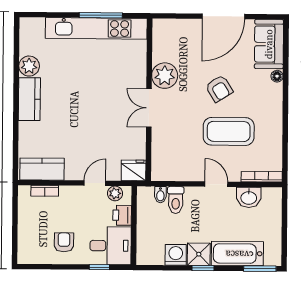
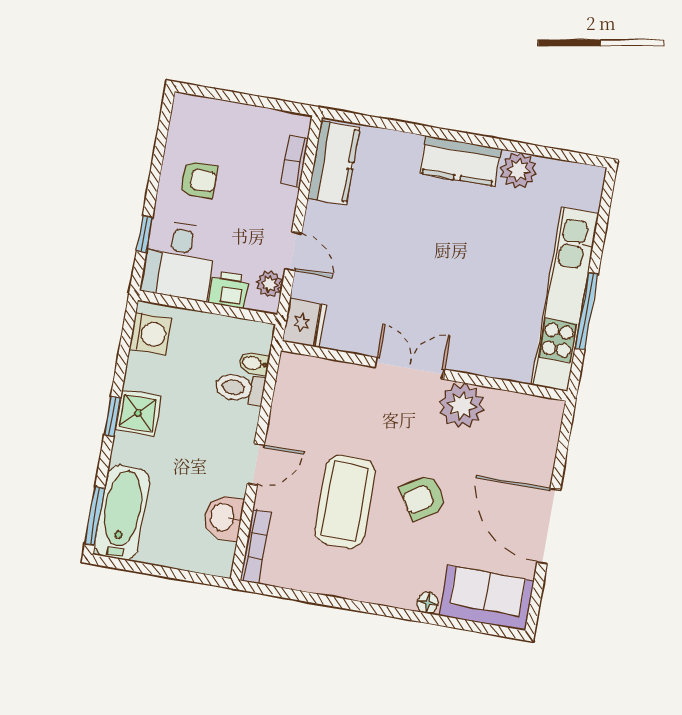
bathtub: (237, 254) -> (122, 513), moved
washing machine: (176, 255) -> (151, 334), moved

